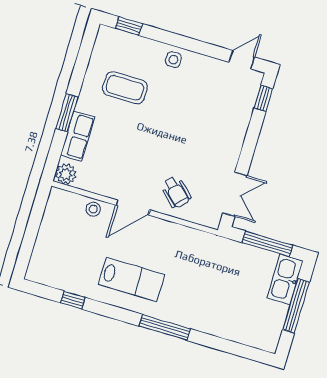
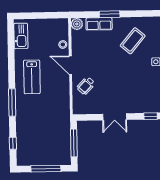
coffee table: (125, 88) -> (133, 41), turned 40
double door: (235, 194) -> (115, 117), moved
kitchen sink: (285, 279) -> (21, 36), moved, turned 90
window: (73, 300) -> (13, 143), moved

